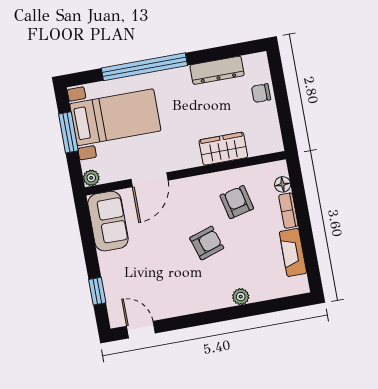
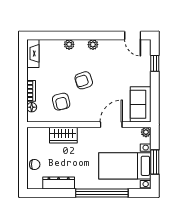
fireplace: (293, 252) -> (33, 53), moved
plant: (202, 303) -> (93, 45), added

